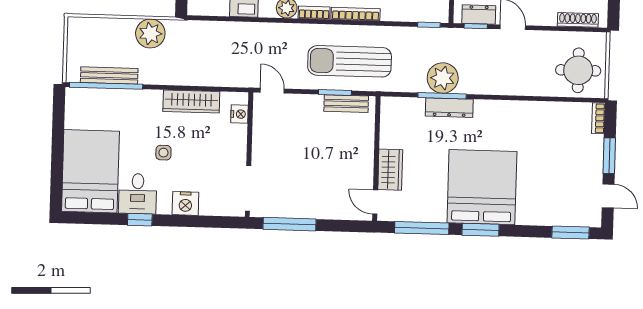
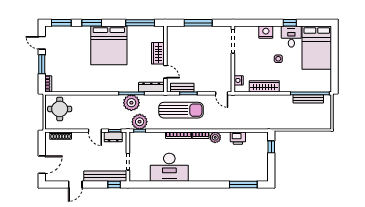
plant: (150, 33) -> (140, 122), moved
dresser: (449, 108) -> (151, 87), moved
door: (375, 202) -> (165, 72), moved
window: (290, 224) -> (198, 23), moved
window: (480, 230) -> (92, 23), moved

